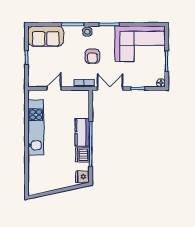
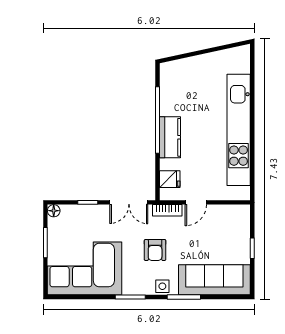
sofa: (46, 36) -> (214, 280), width x1.36
armchair: (92, 56) -> (155, 250), turned 180
door: (54, 88) -> (196, 202), moved
kitchen unit: (36, 127) -> (239, 130), width x1.36
dishwasher: (82, 155) -> (170, 104), removed
fridge: (82, 177) -> (170, 179), moved

